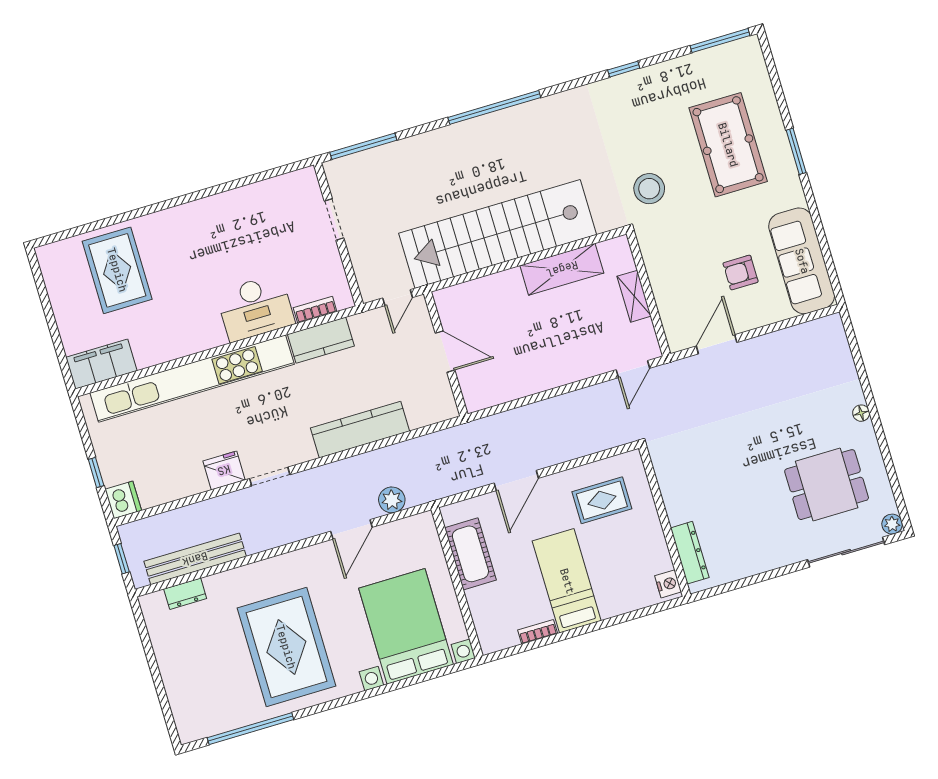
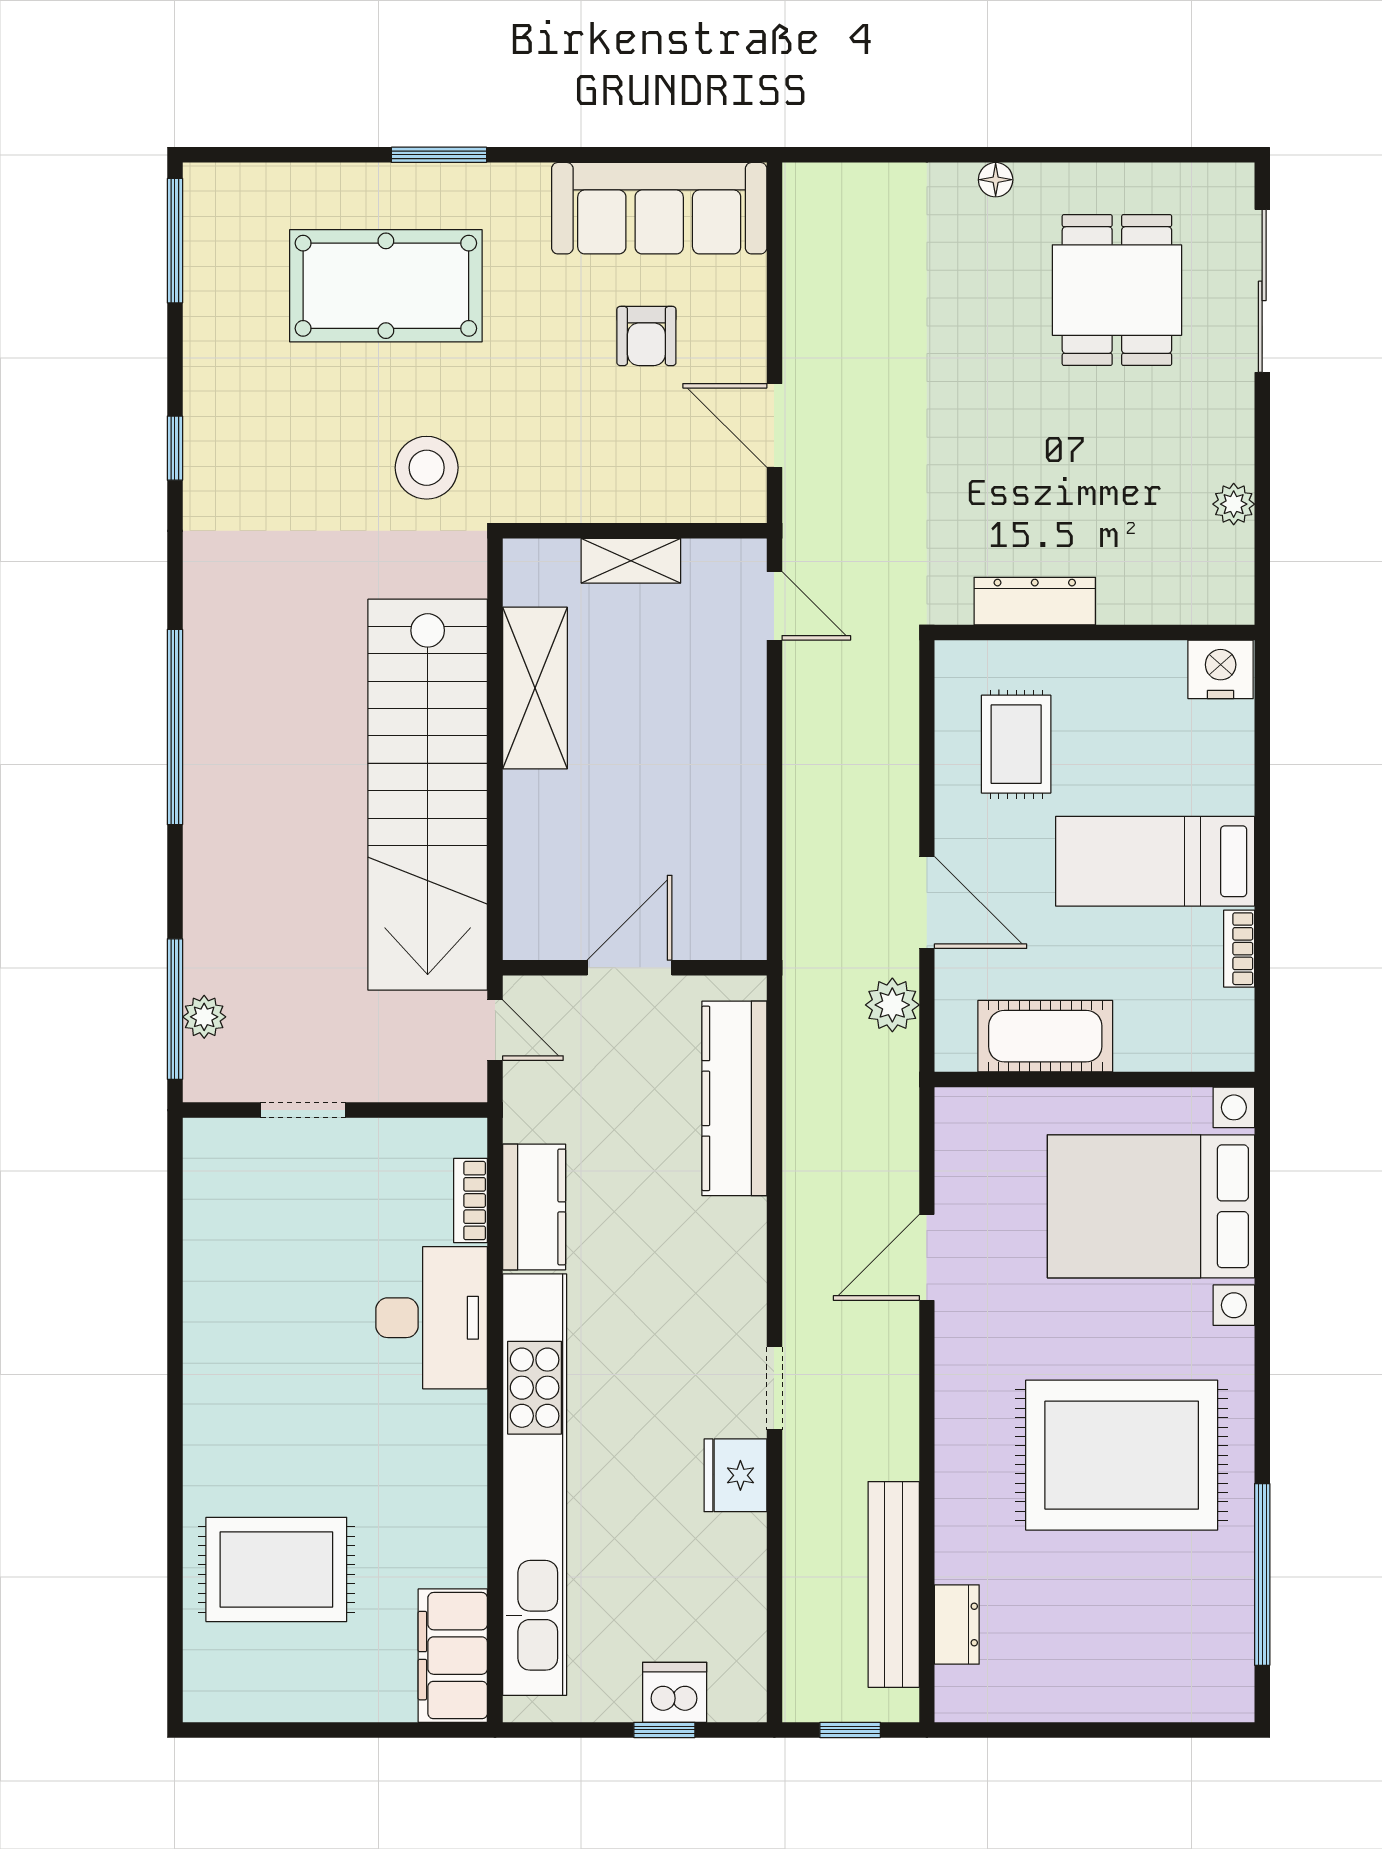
plant: (364, 161) -> (204, 1017), added
kitchen counter: (360, 430) -> (734, 1098), moved
dishwasher: (123, 500) -> (675, 1692), moved
plant: (392, 500) -> (892, 1005), moved
plant: (892, 524) -> (1234, 504), moved
door: (351, 529) -> (927, 1257), swing flipped
dresser: (690, 553) -> (1035, 601), moved
nightstand: (668, 584) -> (1221, 669), width x1.36, depth x1.33

